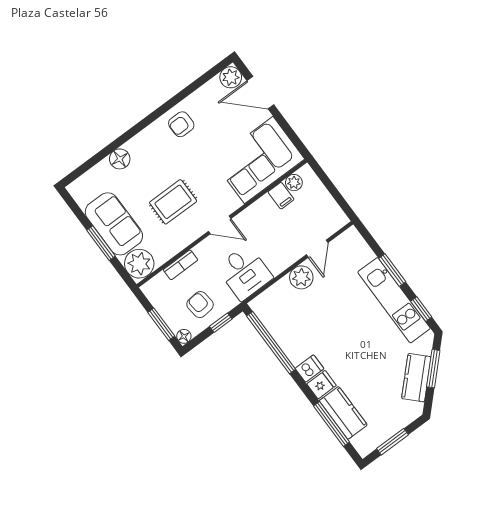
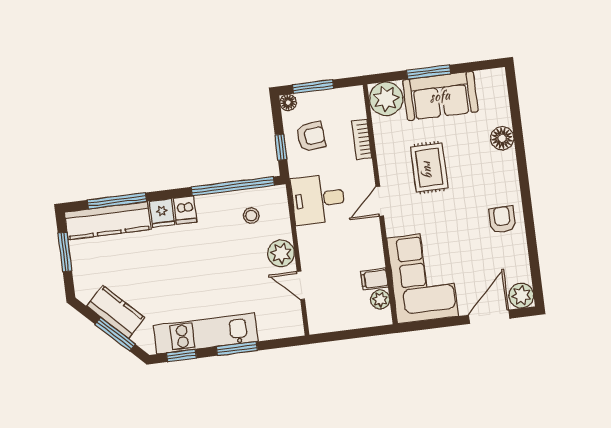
stool: (285, 316) -> (251, 216), added
kitchen counter: (343, 413) -> (108, 221), width x1.50

